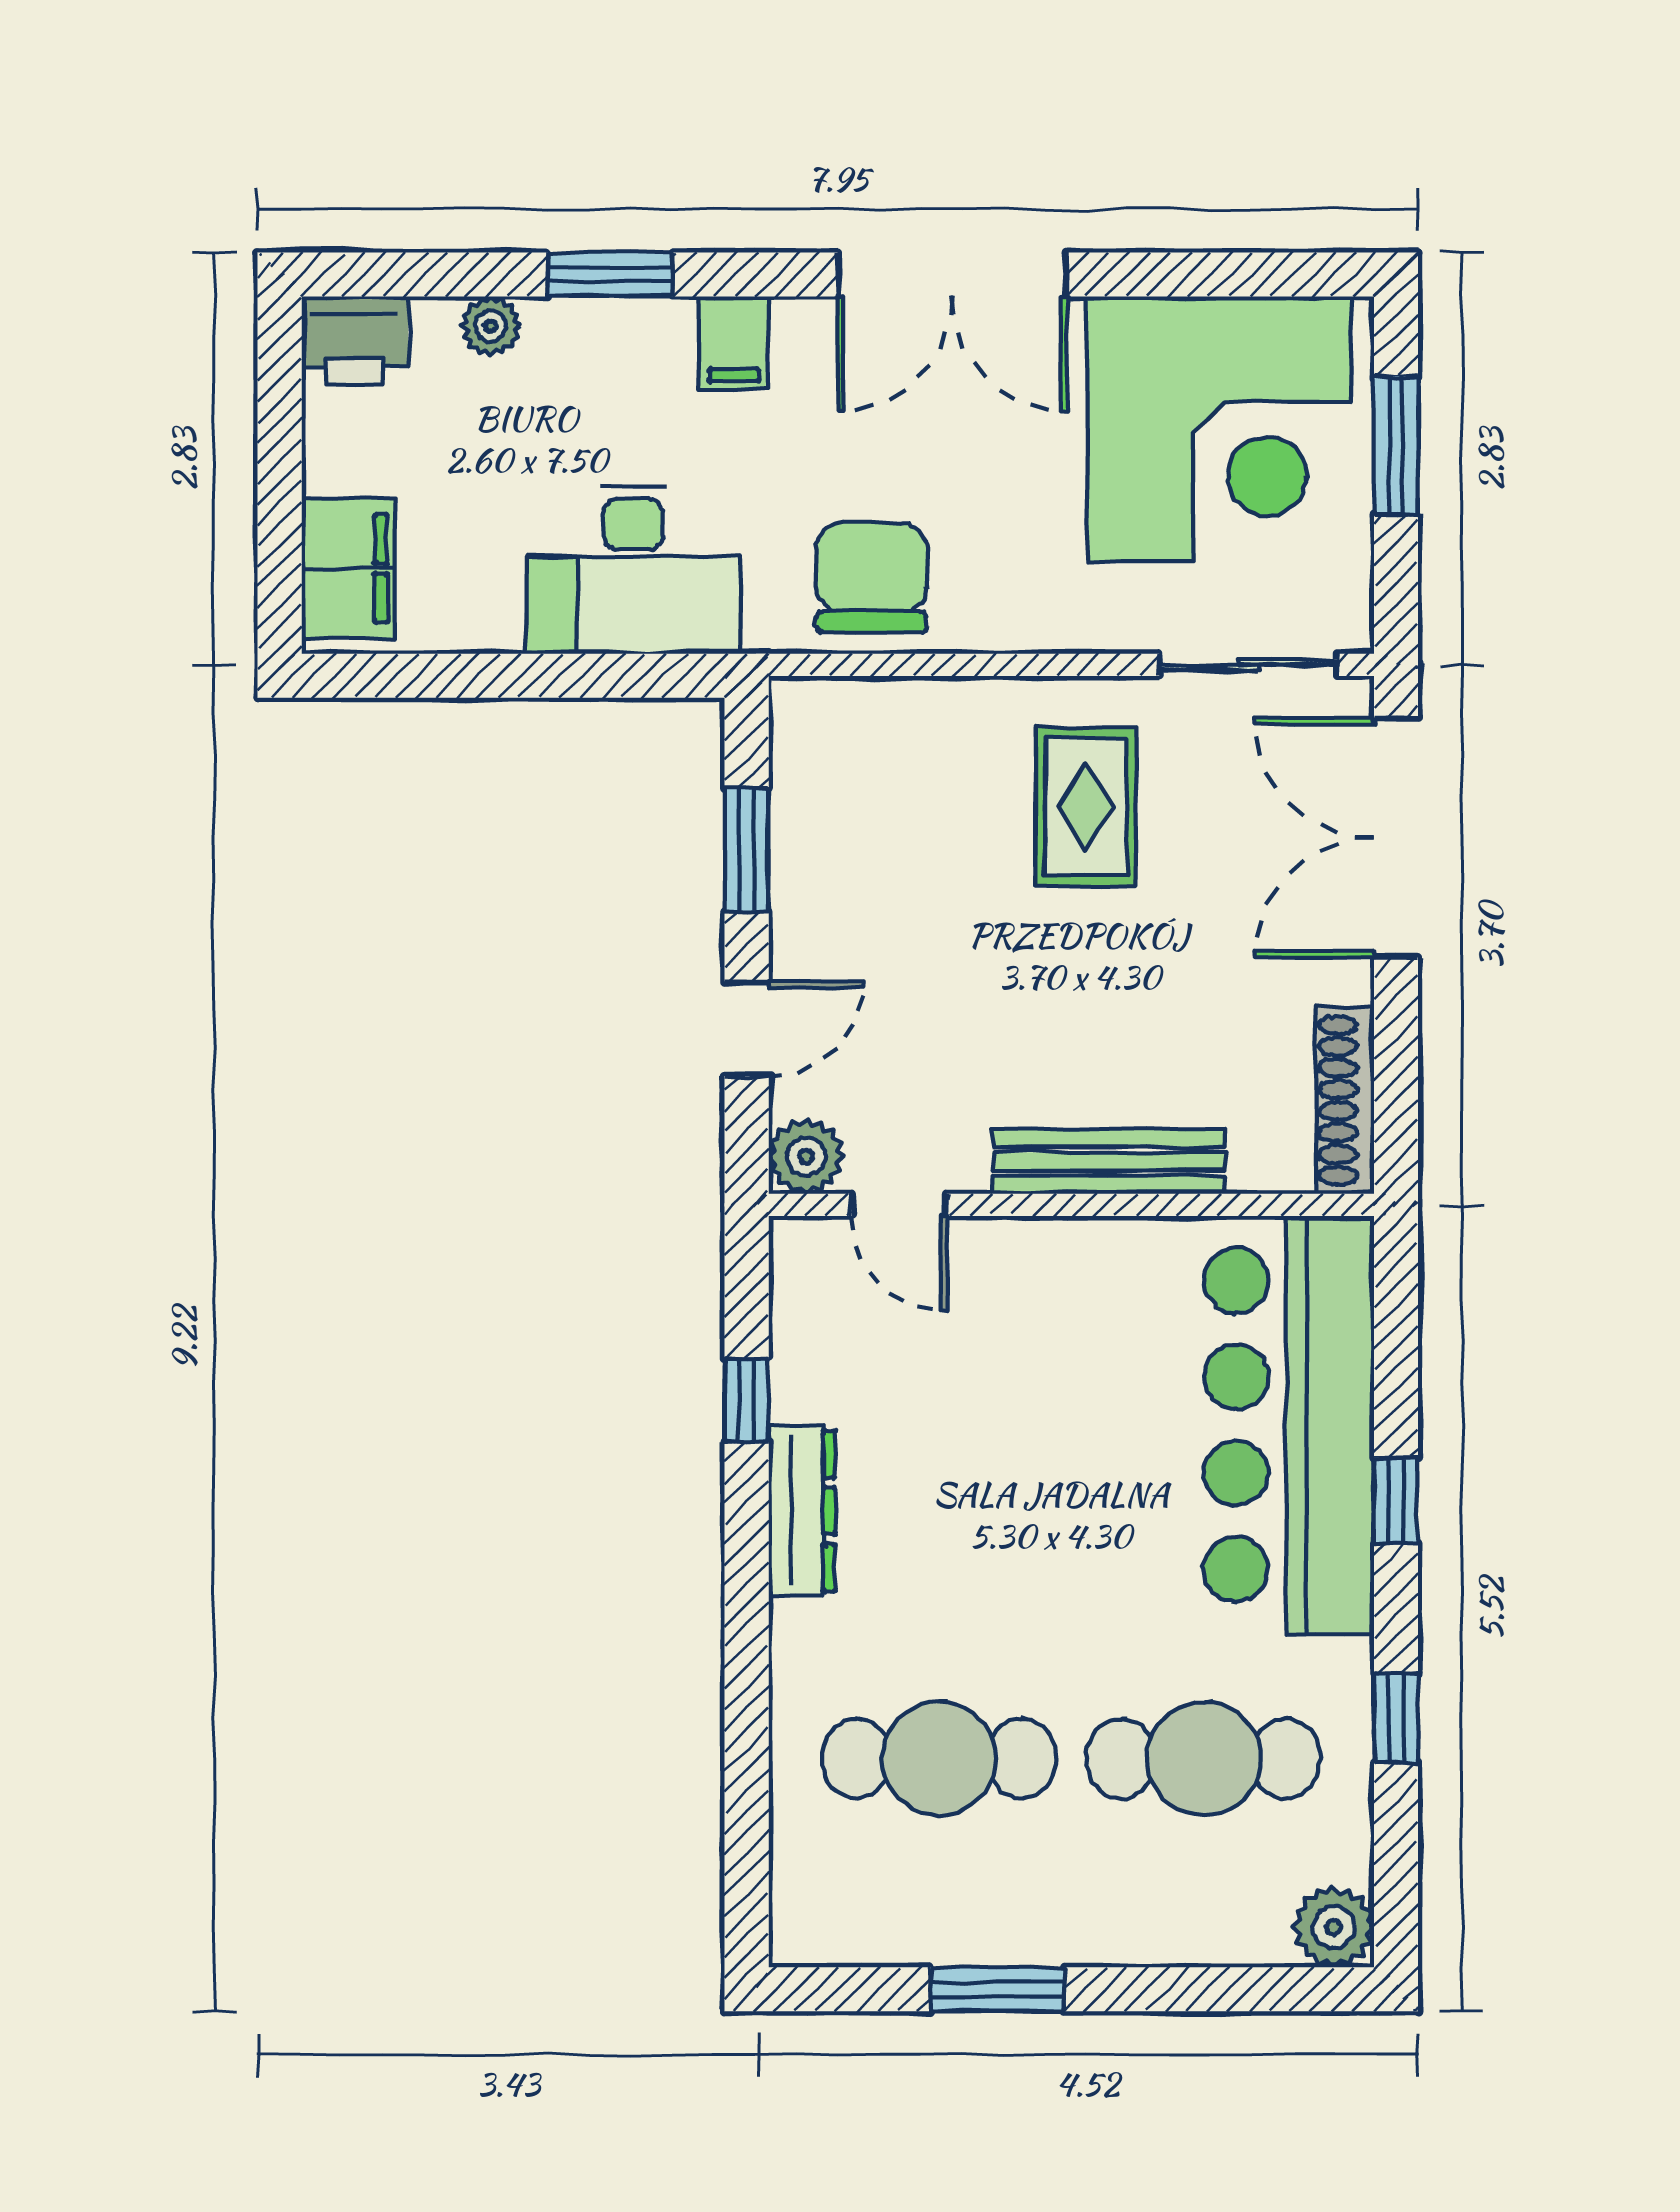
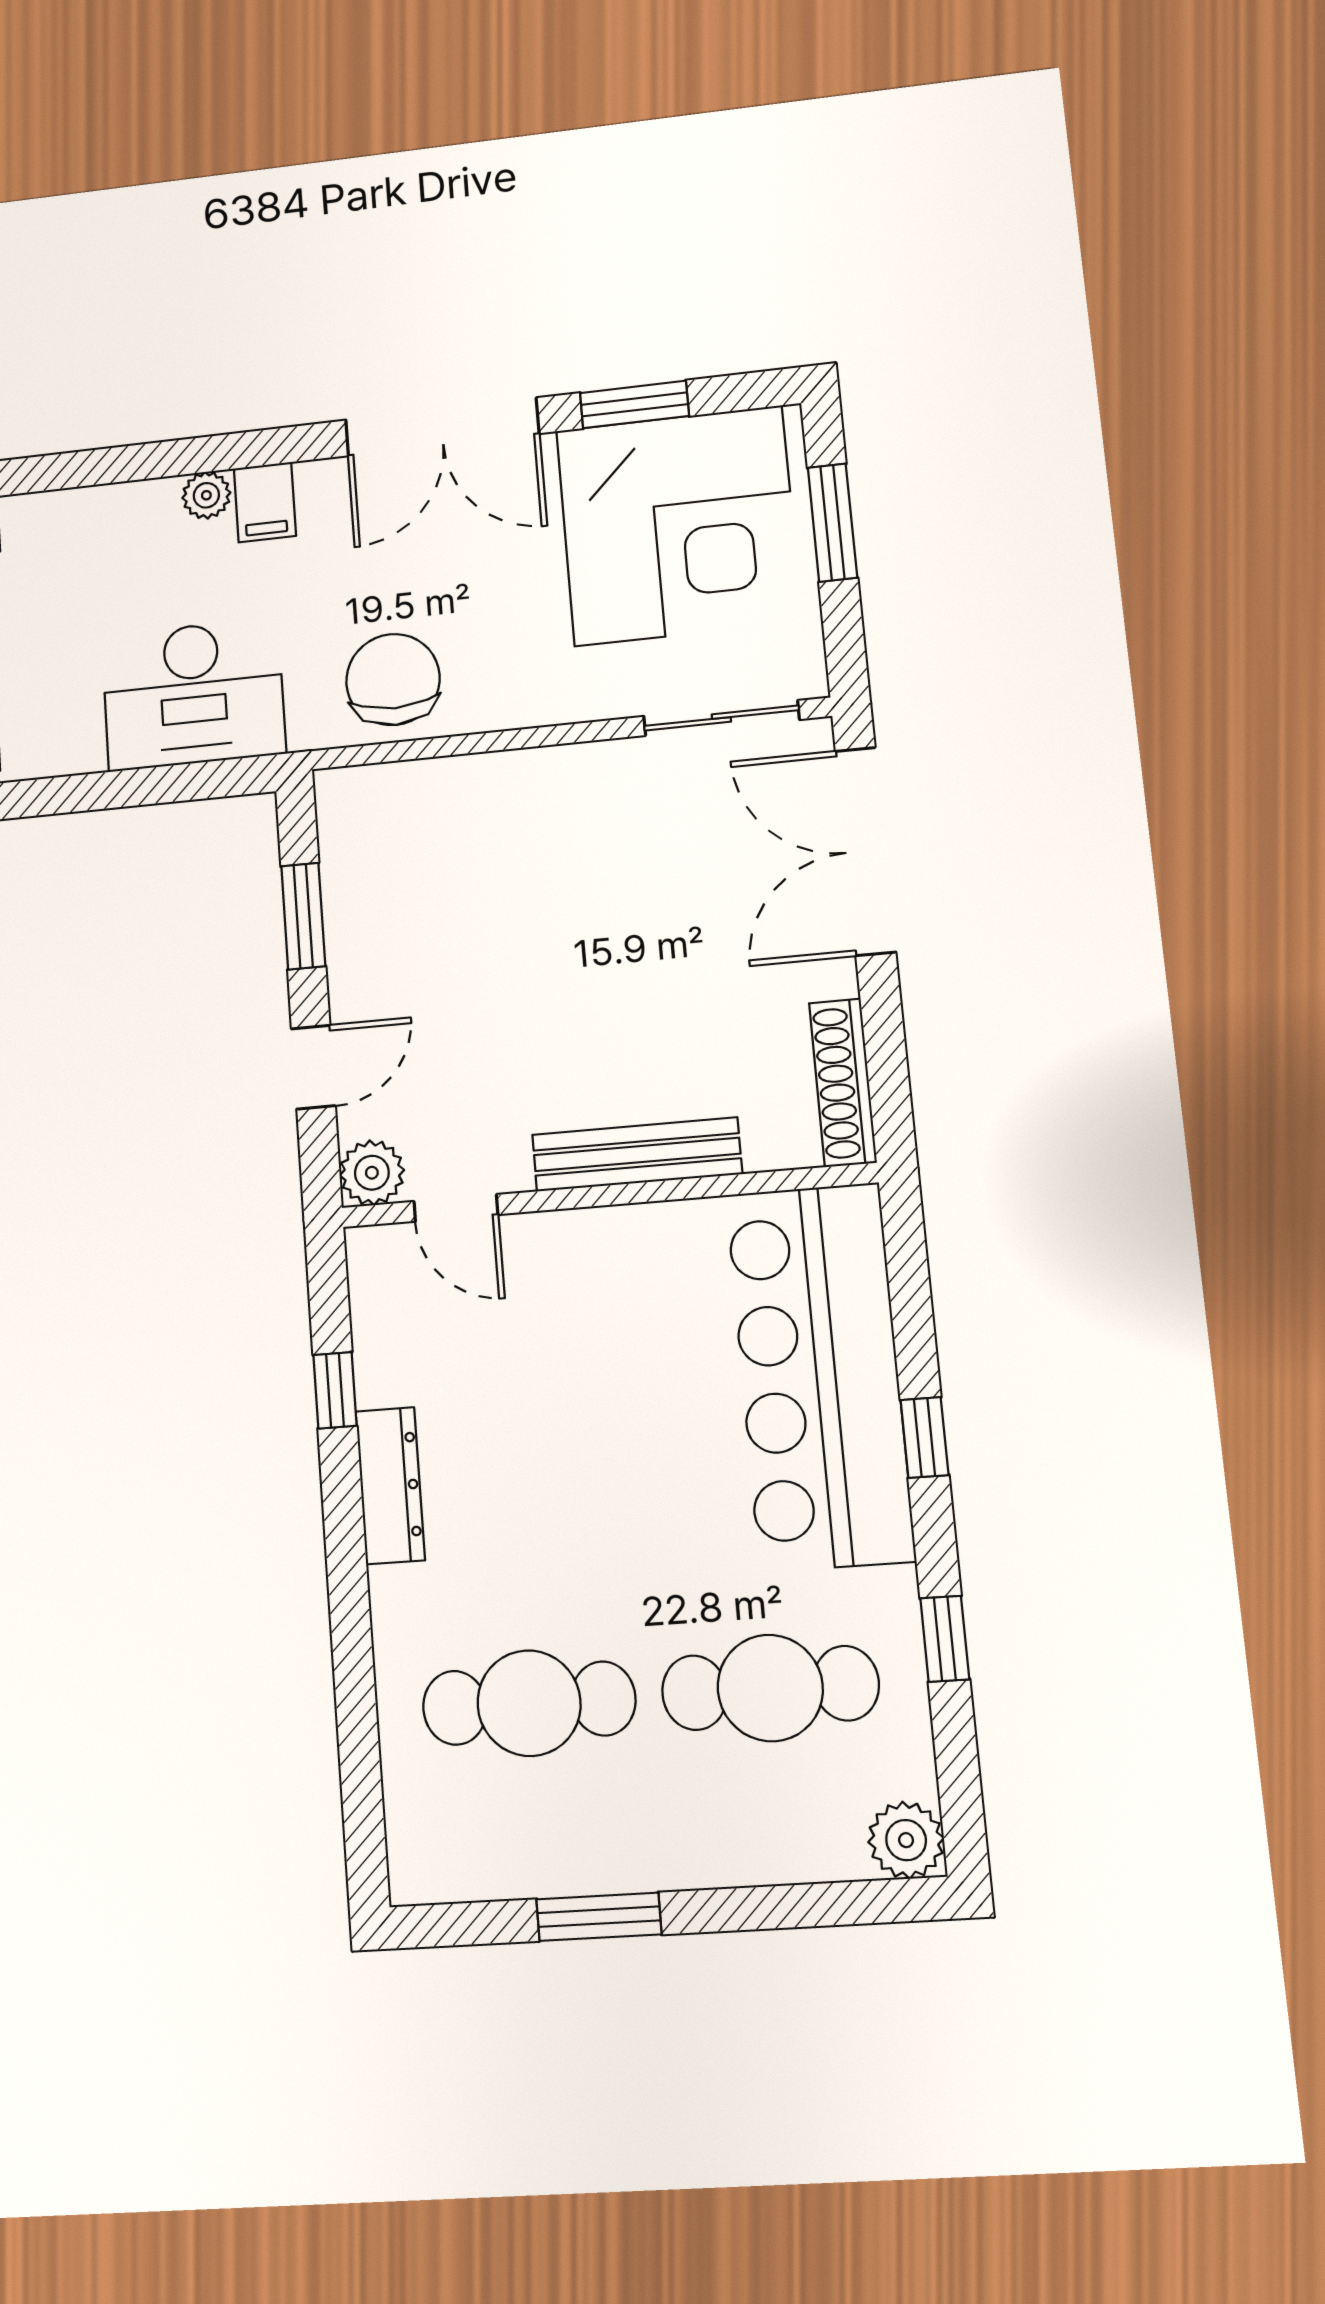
window: (610, 274) -> (634, 404), moved
plant: (491, 326) -> (206, 495), moved
rug: (1086, 807) -> (591, 851), removed

